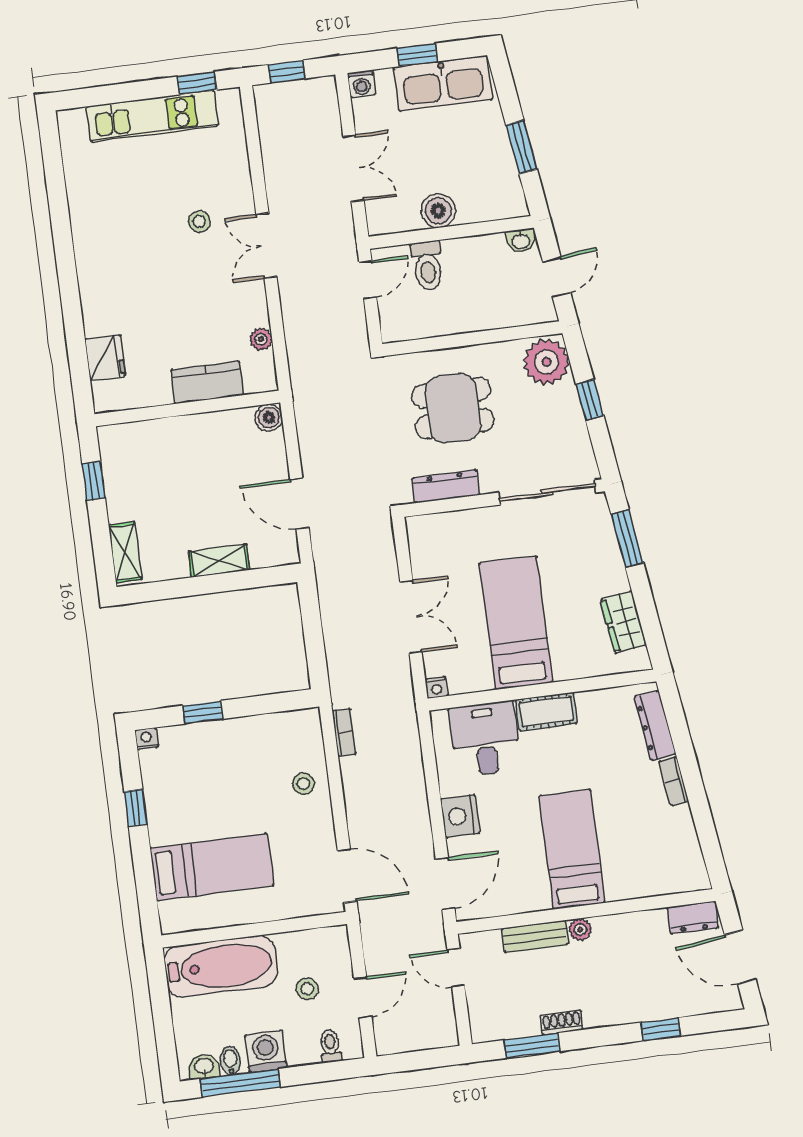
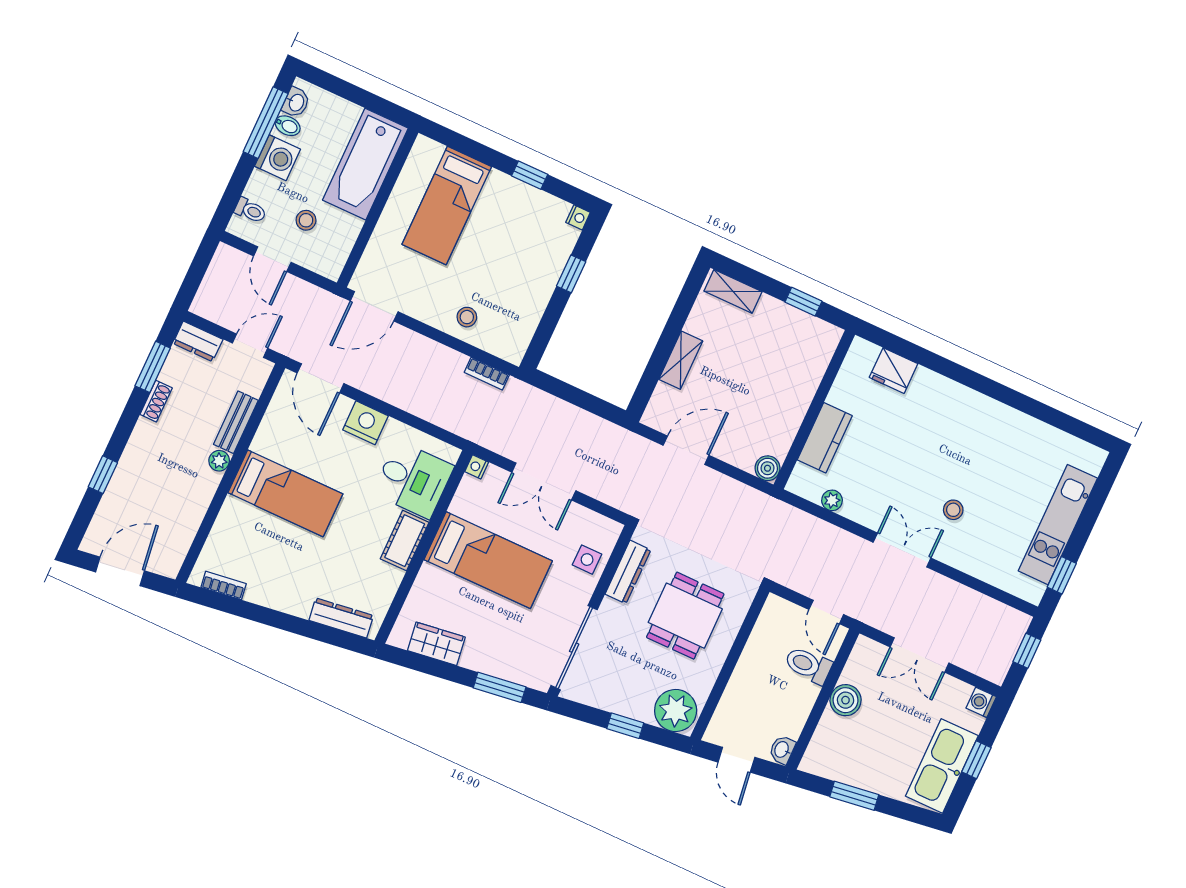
side table: (458, 532) -> (587, 560), added
bookcase: (674, 781) -> (224, 585), moved
dresser: (693, 917) -> (198, 341), moved, turned -90

